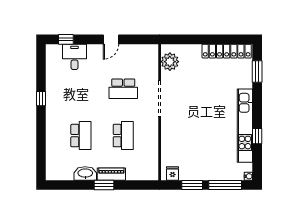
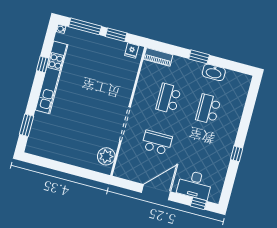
door: (111, 39) -> (156, 192), width x1.88
locker: (227, 51) -> (50, 152), removed
desk: (75, 57) -> (195, 185), width x1.37
piano: (111, 174) -> (158, 57), moved

